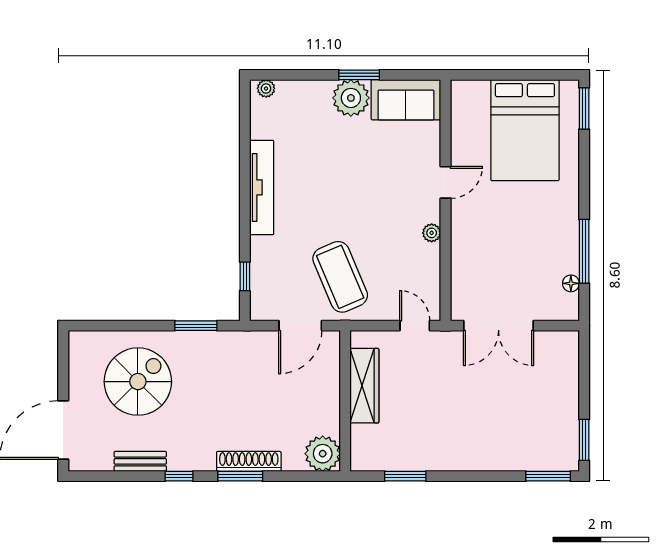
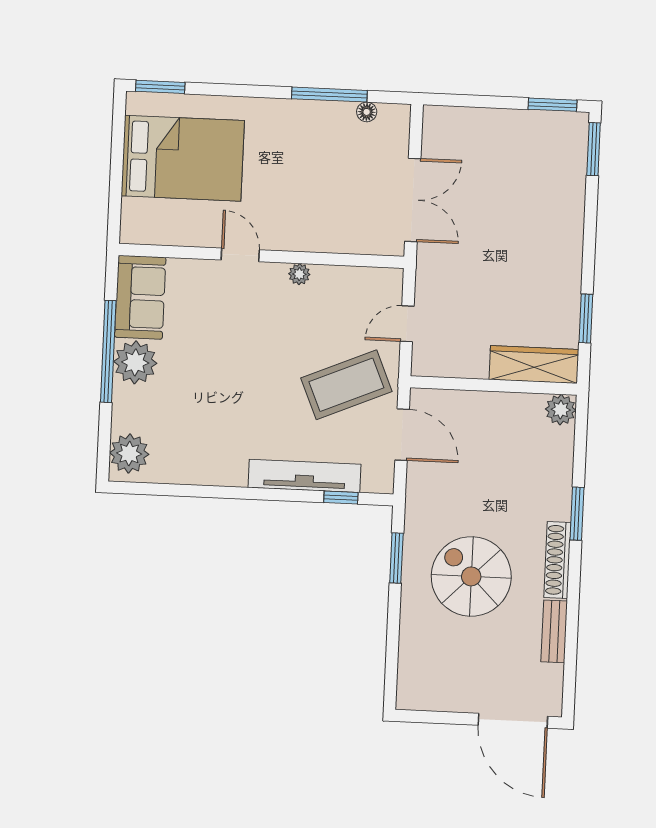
window: (359, 75) -> (108, 351), width x2.11
plant: (266, 88) -> (129, 454), width x1.87, depth x1.87
tv unit: (262, 187) -> (304, 476), moved
door: (415, 326) -> (407, 324), moved
spiral stairs: (138, 382) -> (471, 576), moved
wardrobe: (364, 386) -> (534, 365), moved
plant: (323, 454) -> (561, 410), width x0.73, depth x0.73
shoe rack: (249, 461) -> (557, 560), moved
window: (179, 476) -> (574, 586), removed

